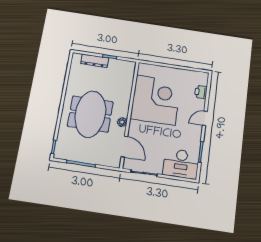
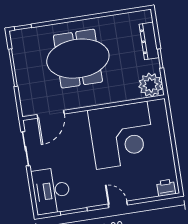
printer: (201, 92) -> (166, 188), moved
plant: (122, 122) -> (151, 85), moved, width x1.88, depth x1.88

